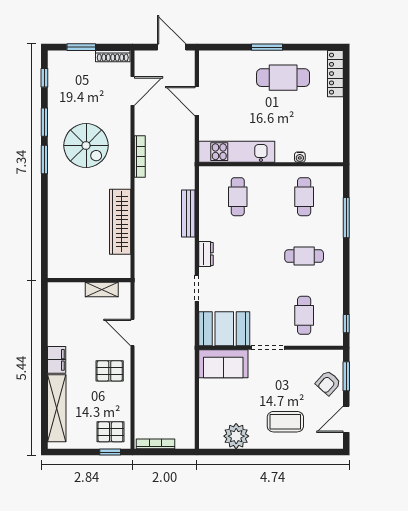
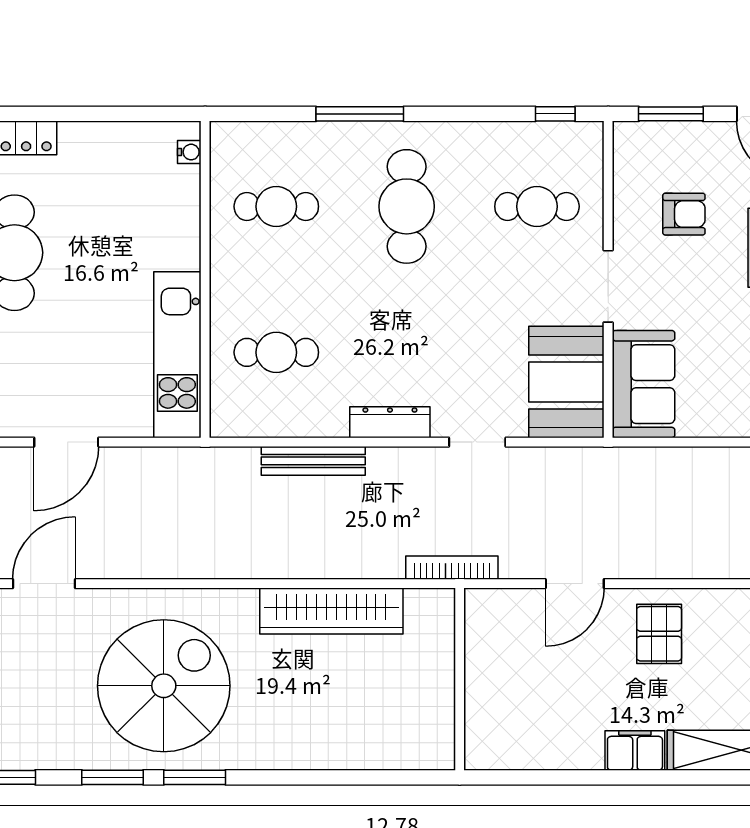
door: (133, 91) -> (44, 584), hinge flipped
spiral stairs: (86, 146) -> (164, 686), width x1.37, depth x1.37
bookcase: (140, 156) -> (452, 568), moved
water cooler: (300, 157) -> (189, 152), moved
window: (346, 218) -> (360, 114), moved
dresser: (206, 254) -> (390, 422), width x1.44
cafe table: (304, 256) -> (407, 206), width x1.37, depth x1.35
shelving: (102, 289) -> (480, 651), removed
armchair: (328, 383) -> (684, 214), moved, turned -42

